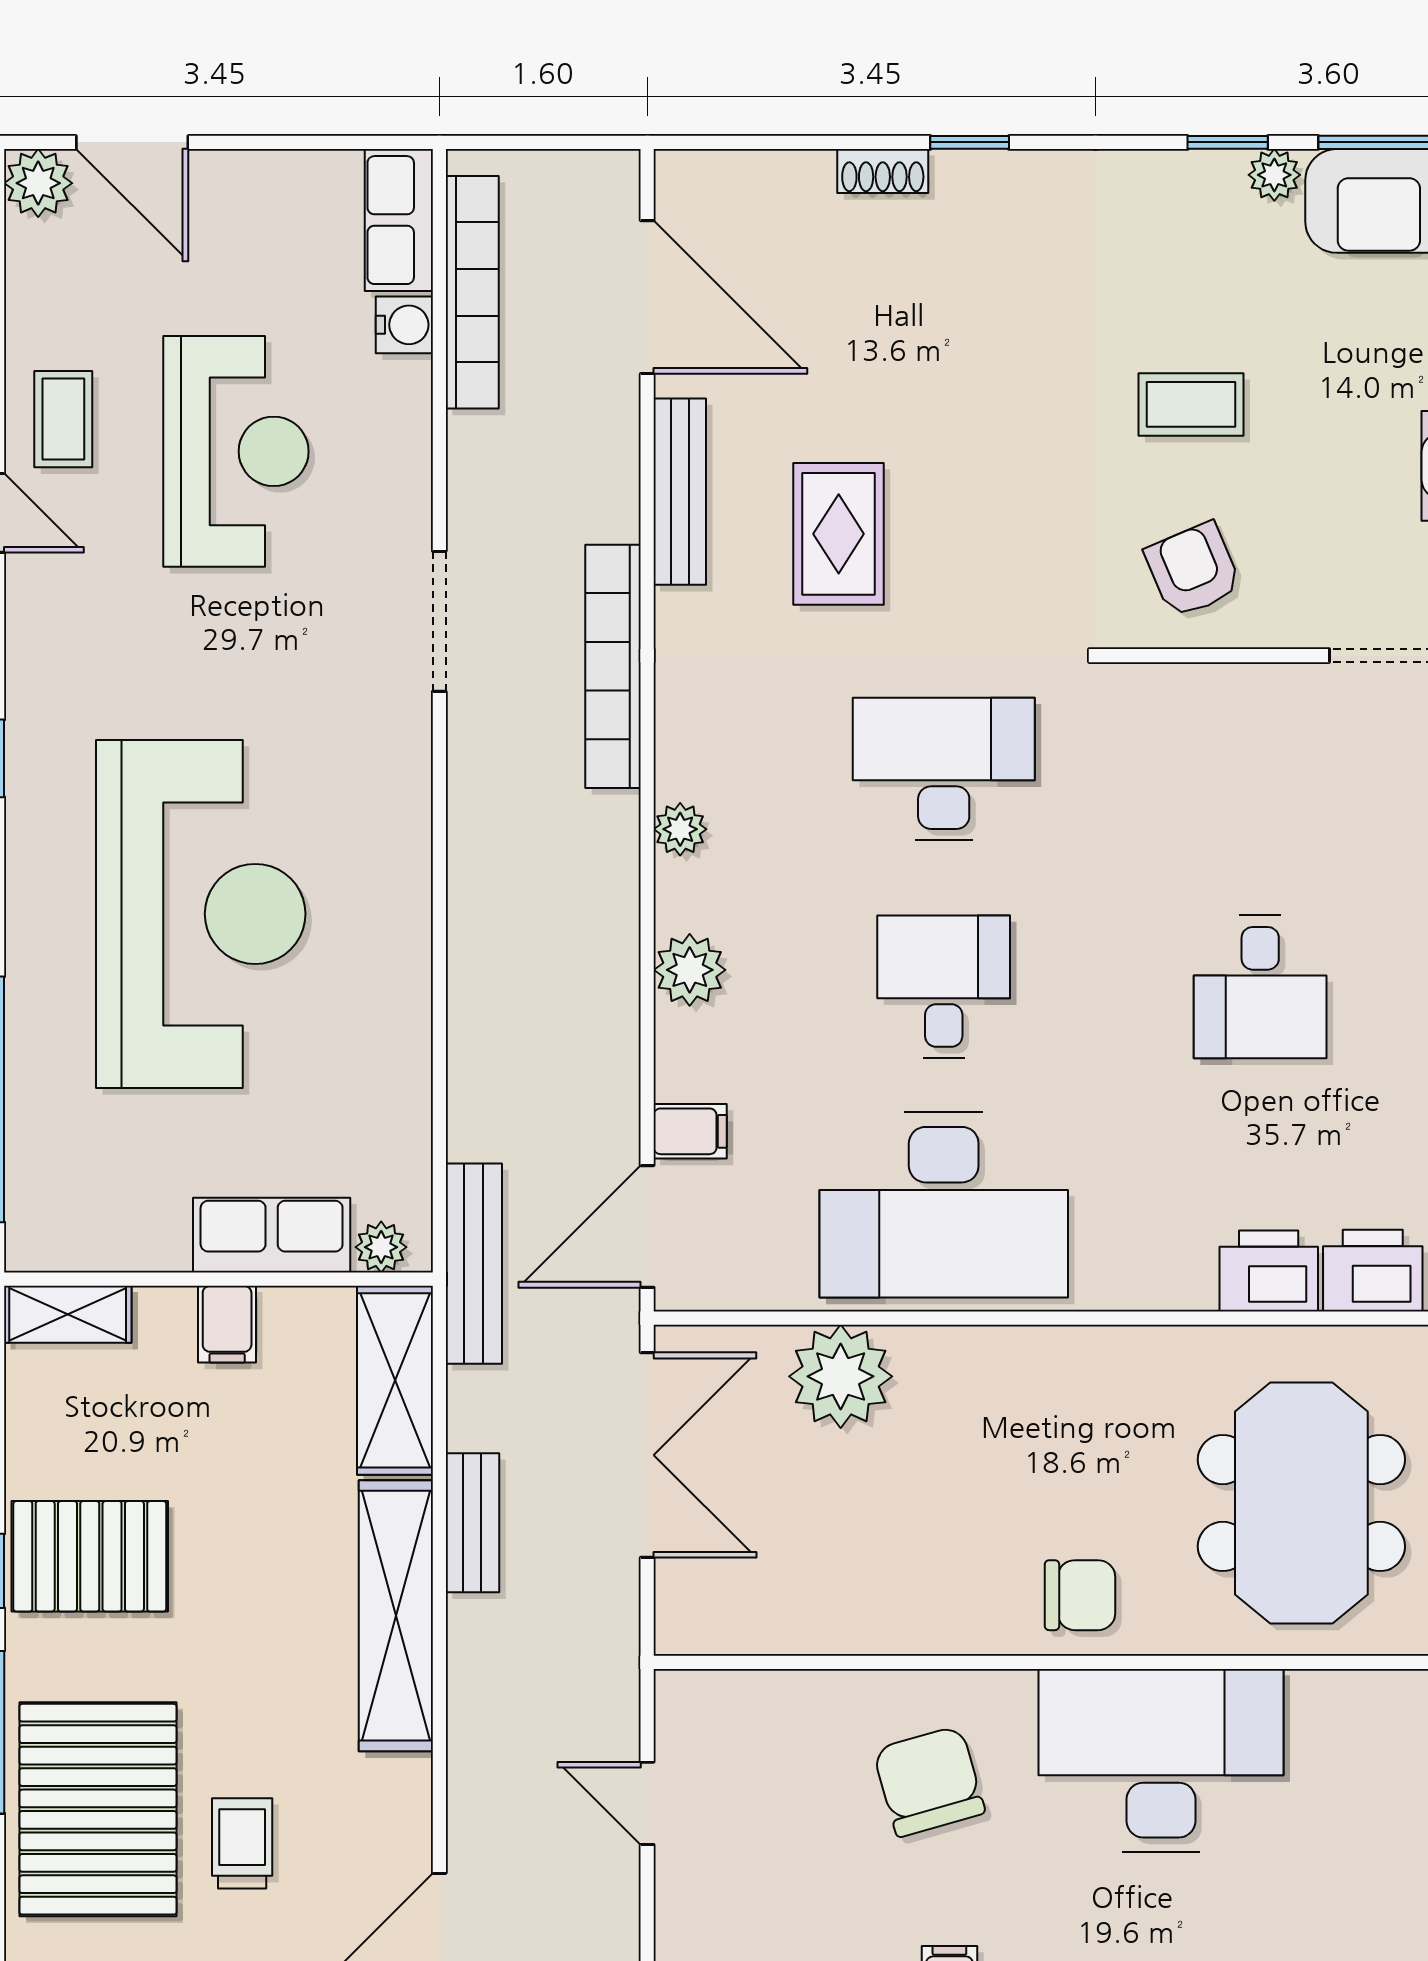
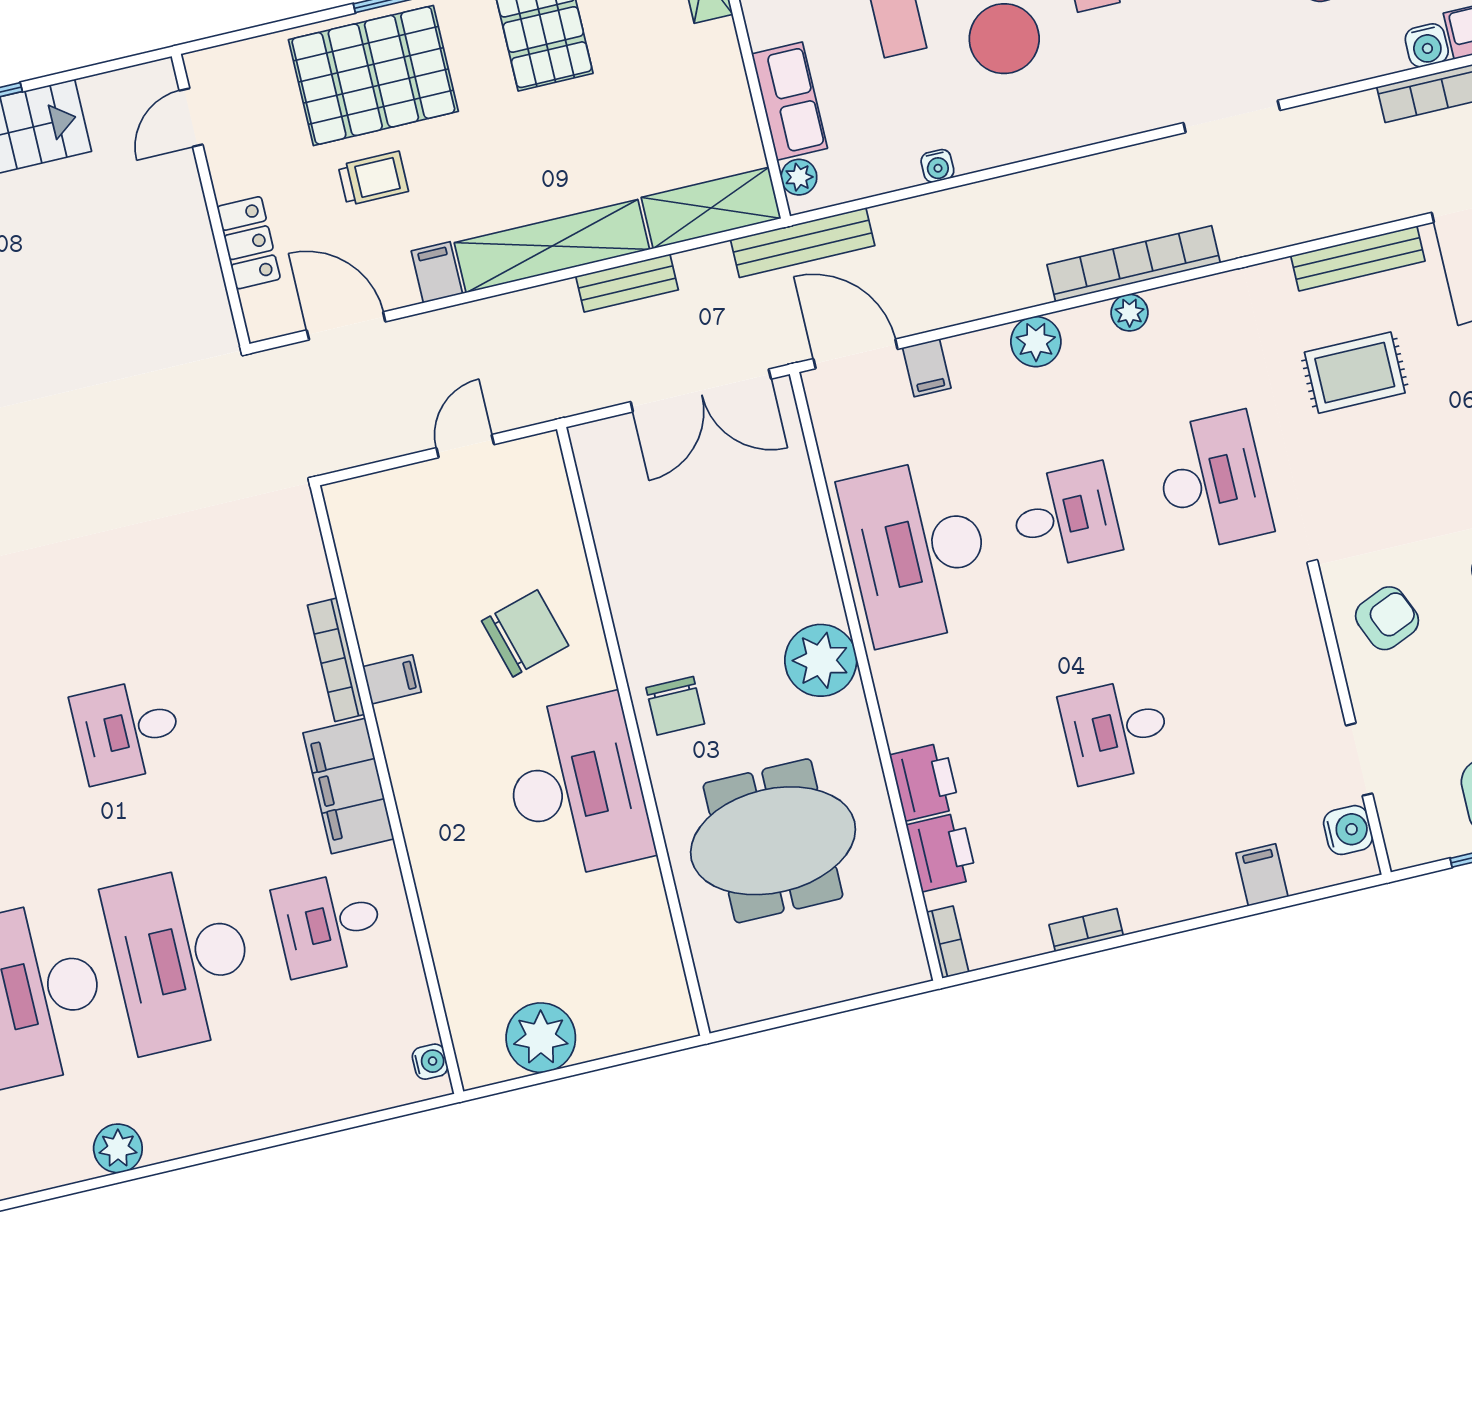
bookcase: (613, 666) -> (1134, 264), moved
water cooler: (411, 1050) -> (937, 166), added
filing cabinet: (227, 1324) -> (437, 272), moved, turned 90
plant: (841, 1376) -> (821, 660), moved

